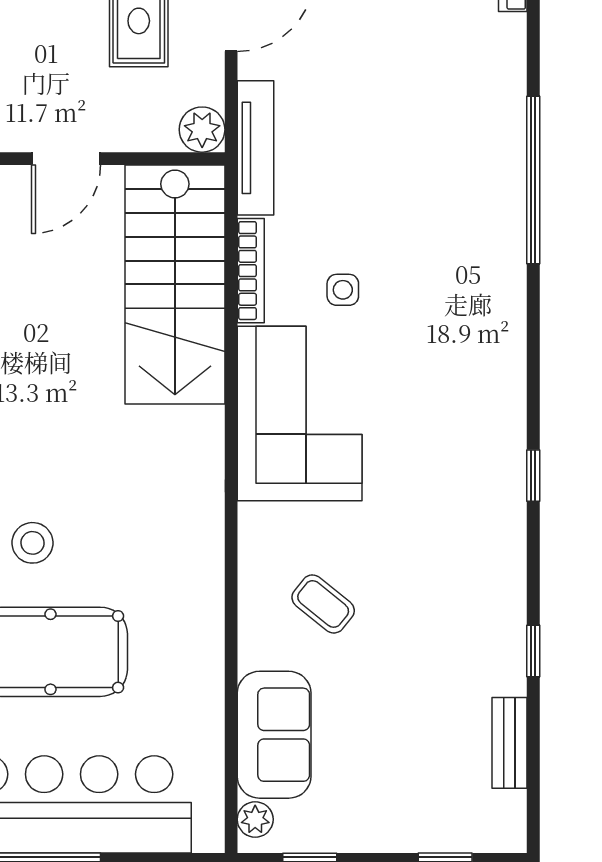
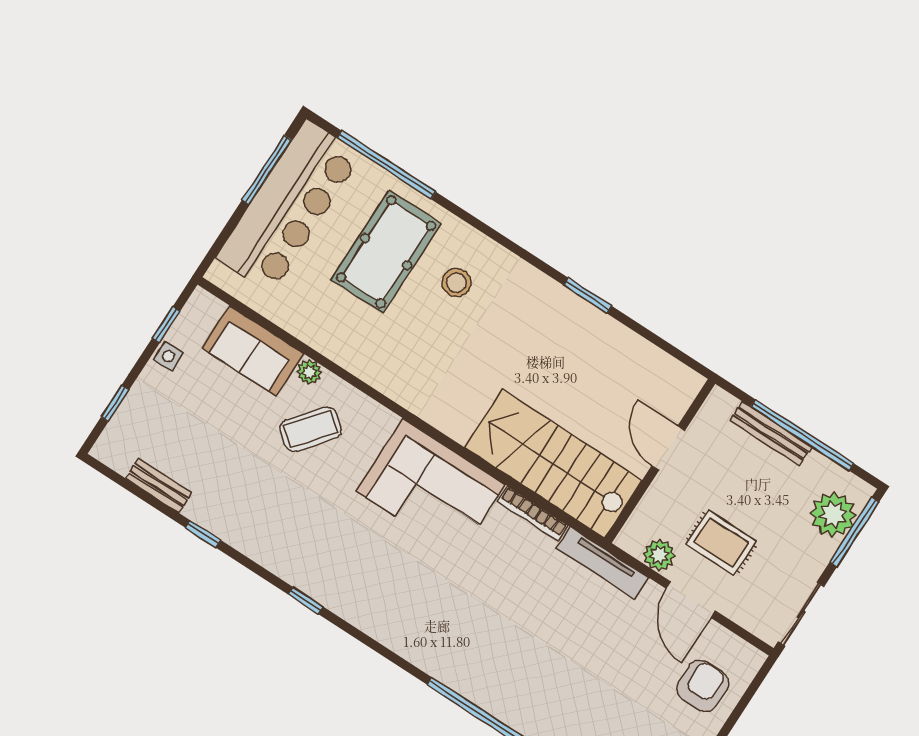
plant: (202, 130) -> (659, 555), moved
side table: (343, 290) -> (168, 356), moved
coffee table: (323, 604) -> (310, 429), width x1.36, depth x1.30
plant: (255, 819) -> (309, 372), moved

